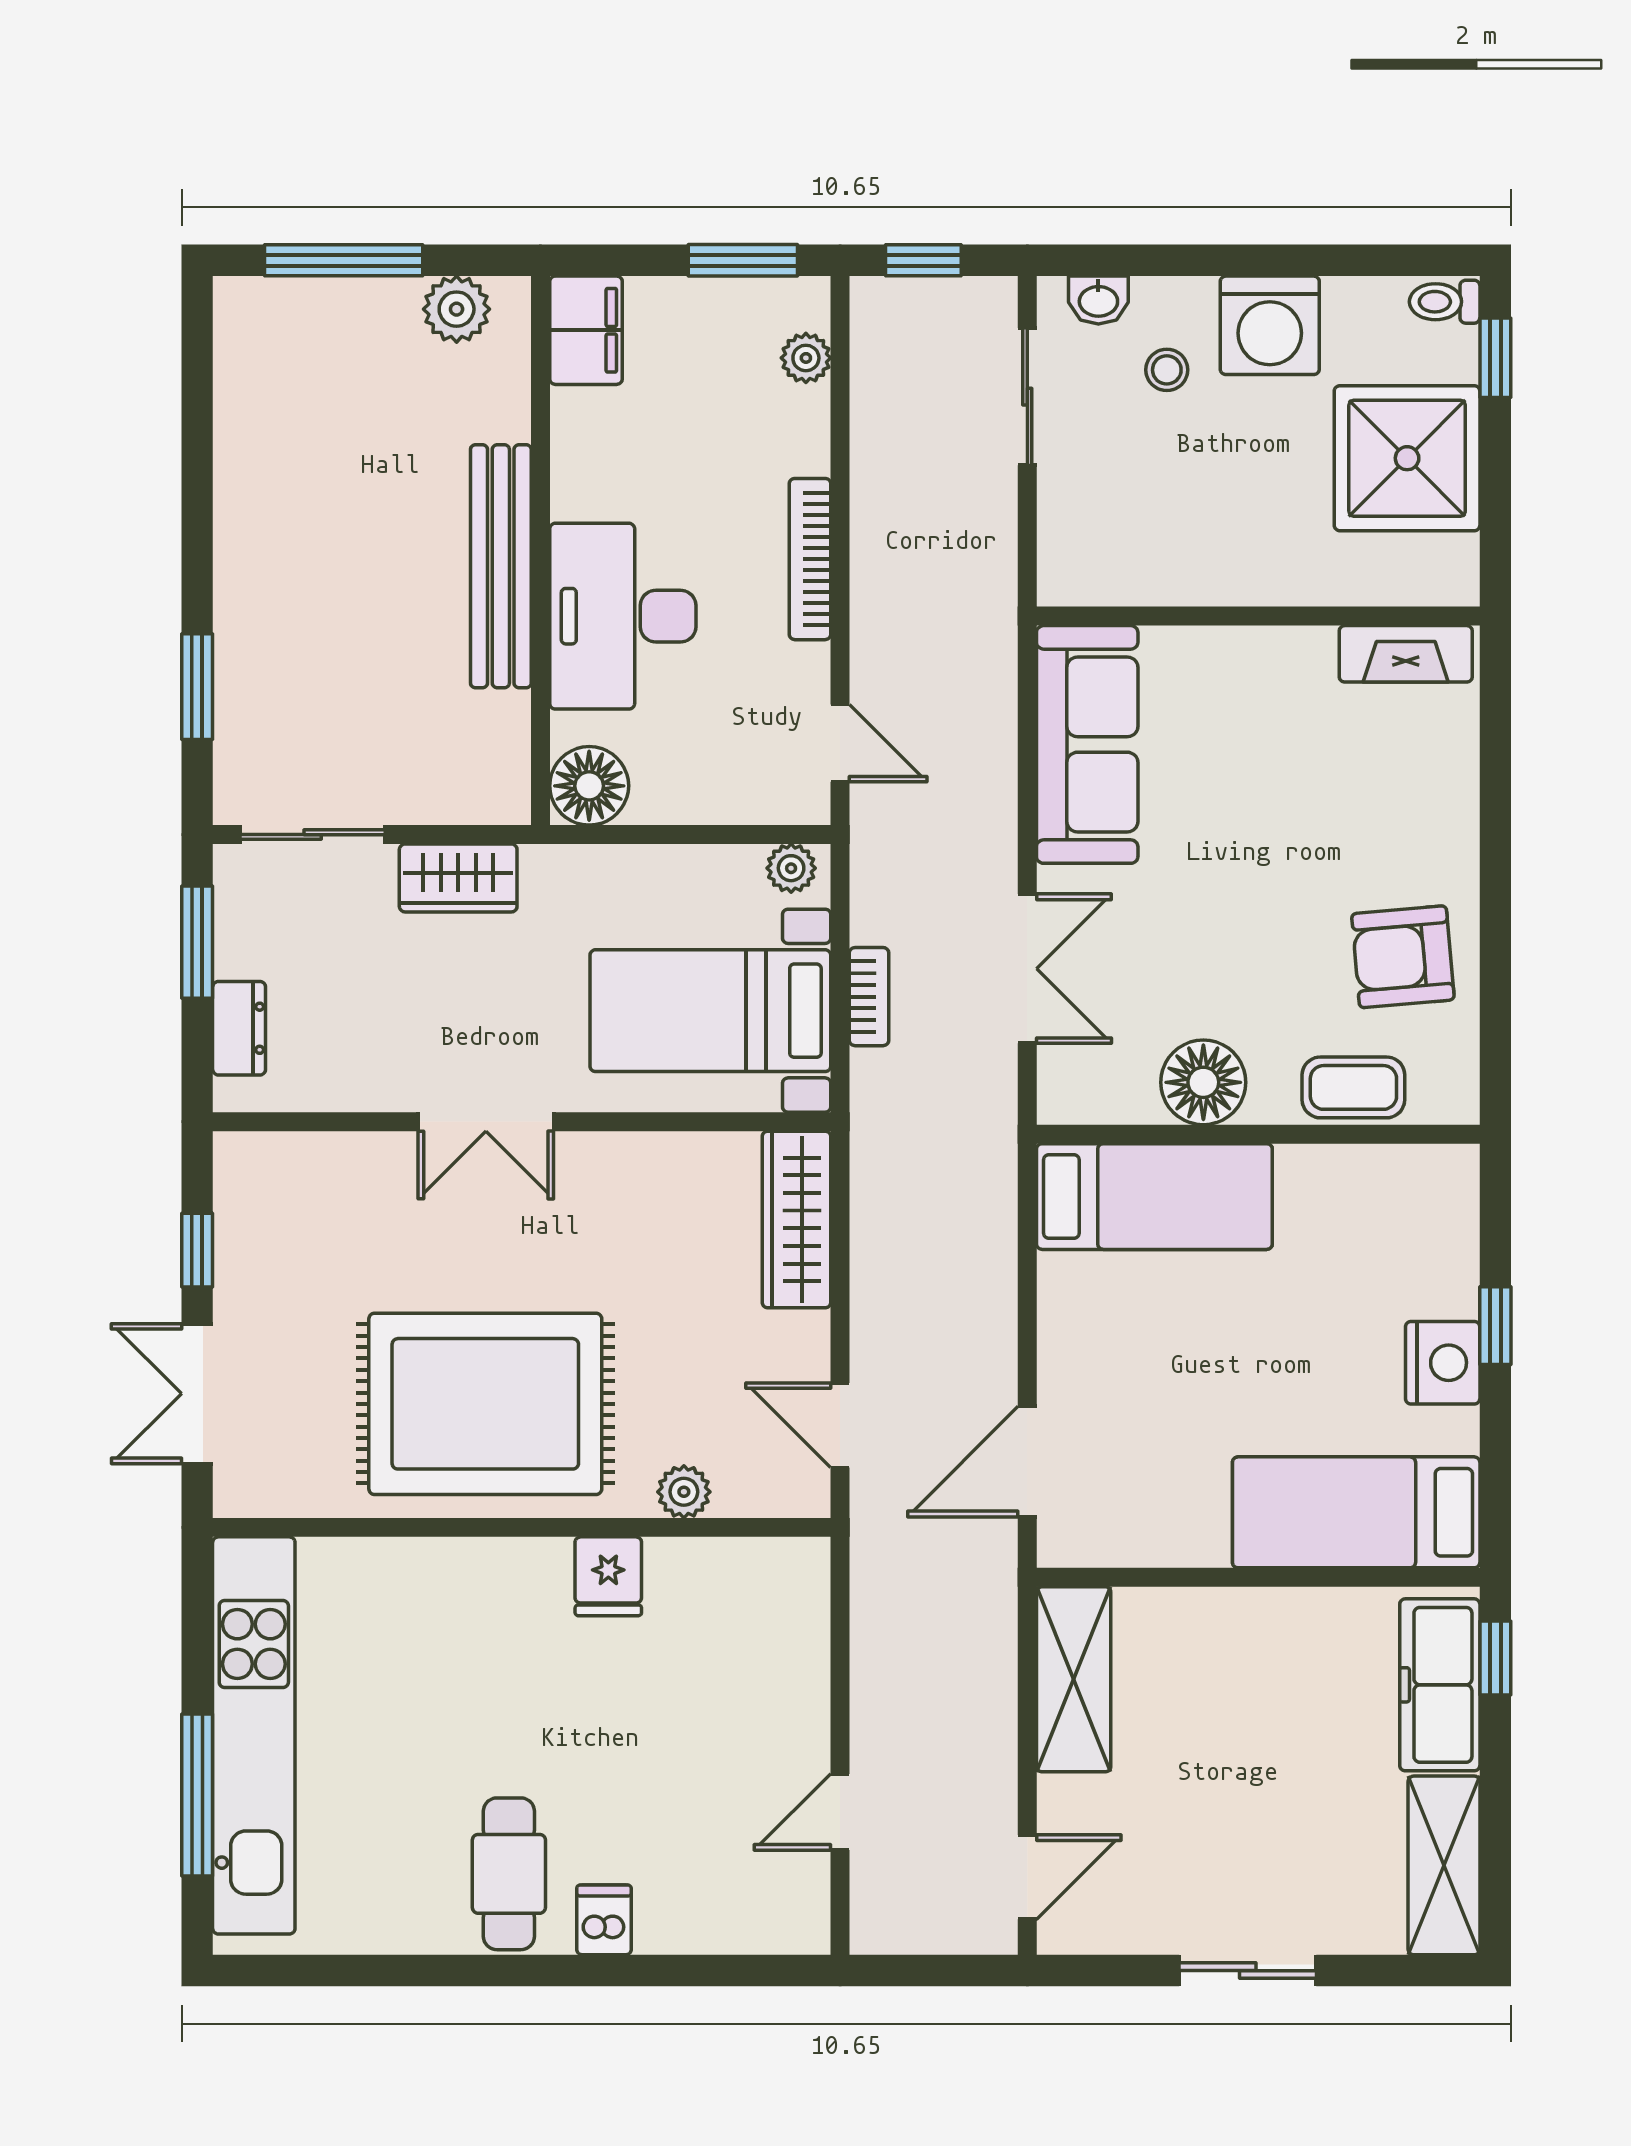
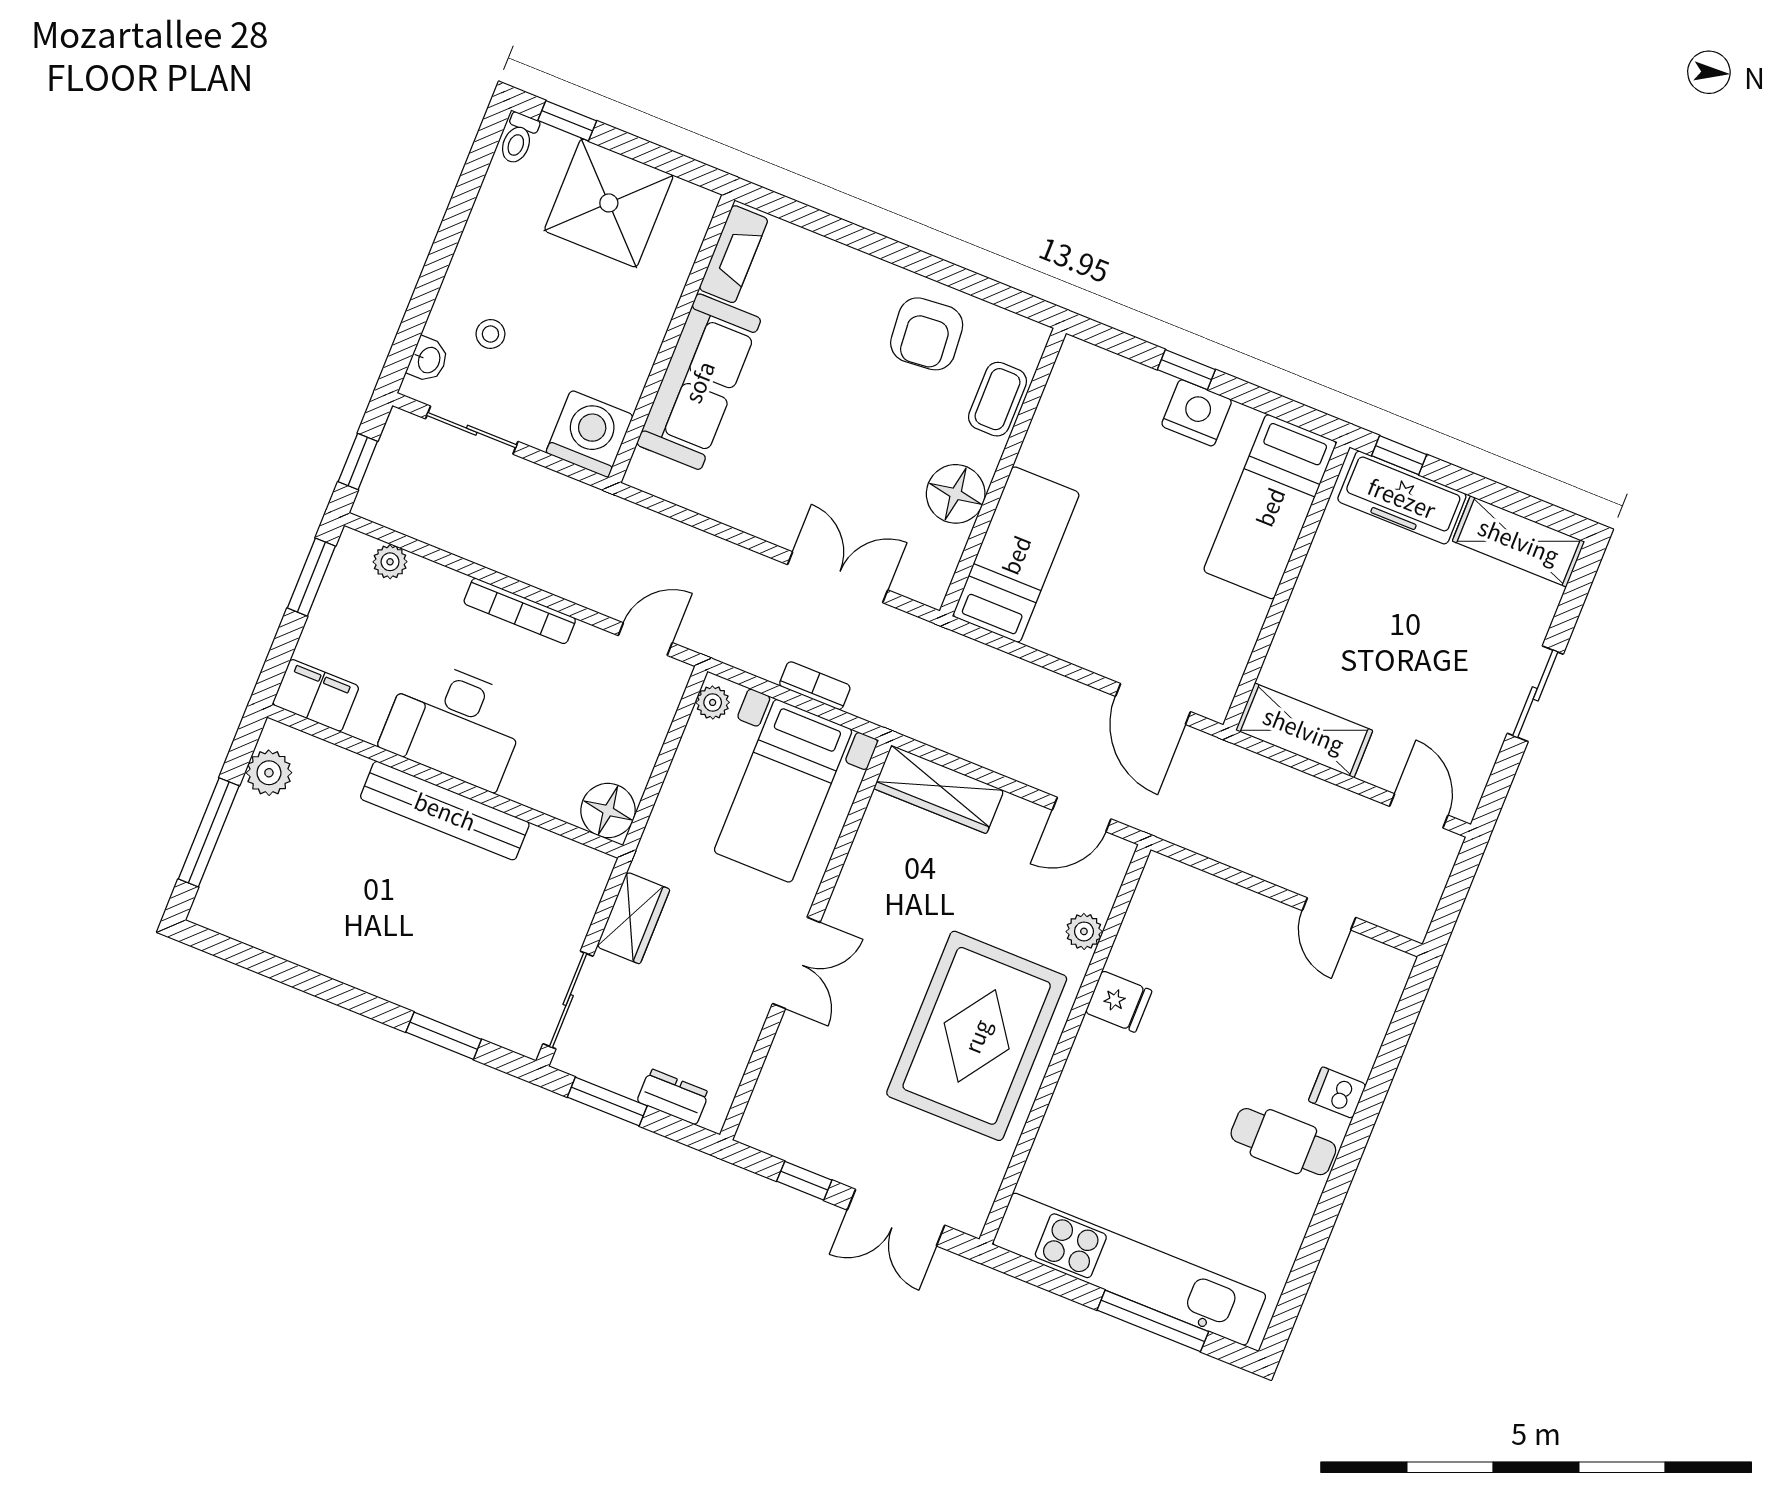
washing machine: (1270, 325) -> (590, 434), moved, turned -90
desk: (623, 616) -> (455, 724), moved
sofa: (1087, 744) -> (699, 382), moved, turned 90

